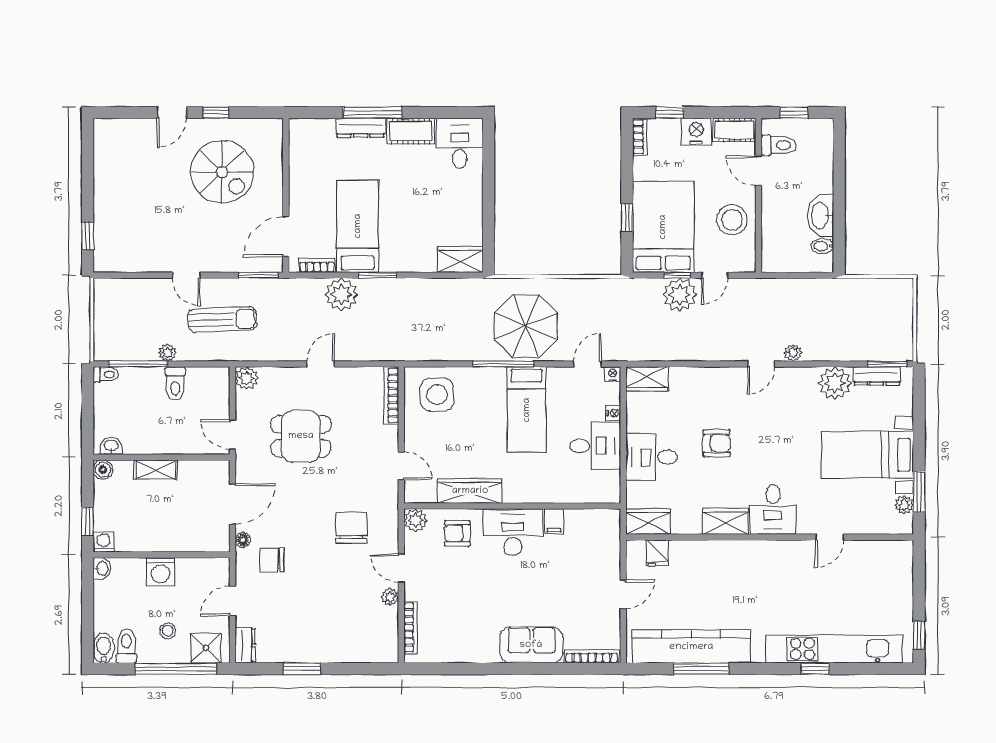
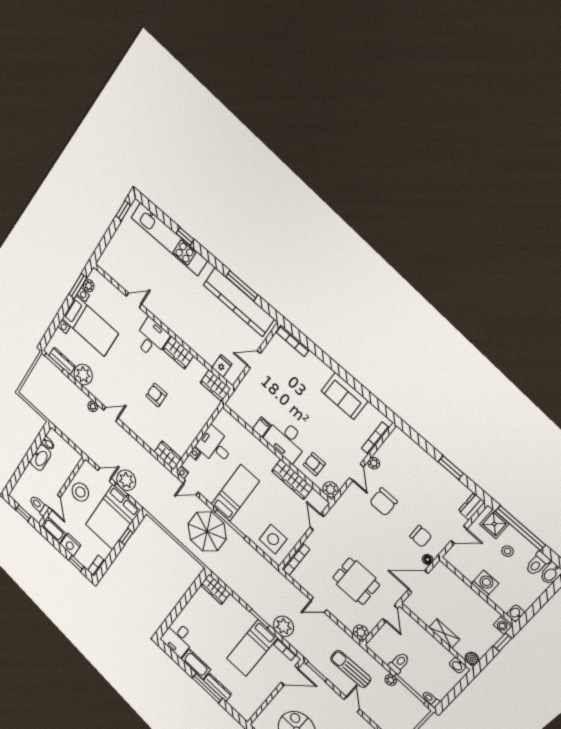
desk: (652, 457) -> (192, 416), removed
chair: (351, 528) -> (384, 502), moved
armchair: (457, 533) -> (314, 464), turned 180
sofa: (531, 645) -> (345, 396), moved

